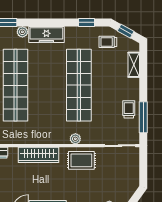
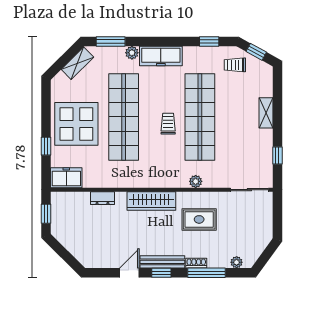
shelving: (134, 65) -> (266, 113), moved
trolley: (129, 109) -> (168, 124), moved
window: (143, 117) -> (277, 156), width x0.46
rug: (81, 160) -> (199, 219), moved

